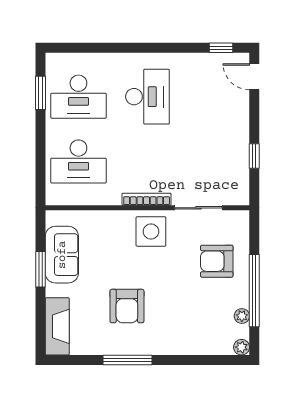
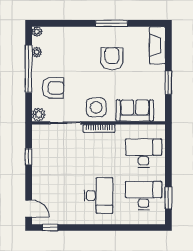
desk: (147, 97) -> (98, 196), turned 180
plant: (239, 221) -> (39, 115), added
sofa: (62, 255) -> (135, 111), moved, turned 90

